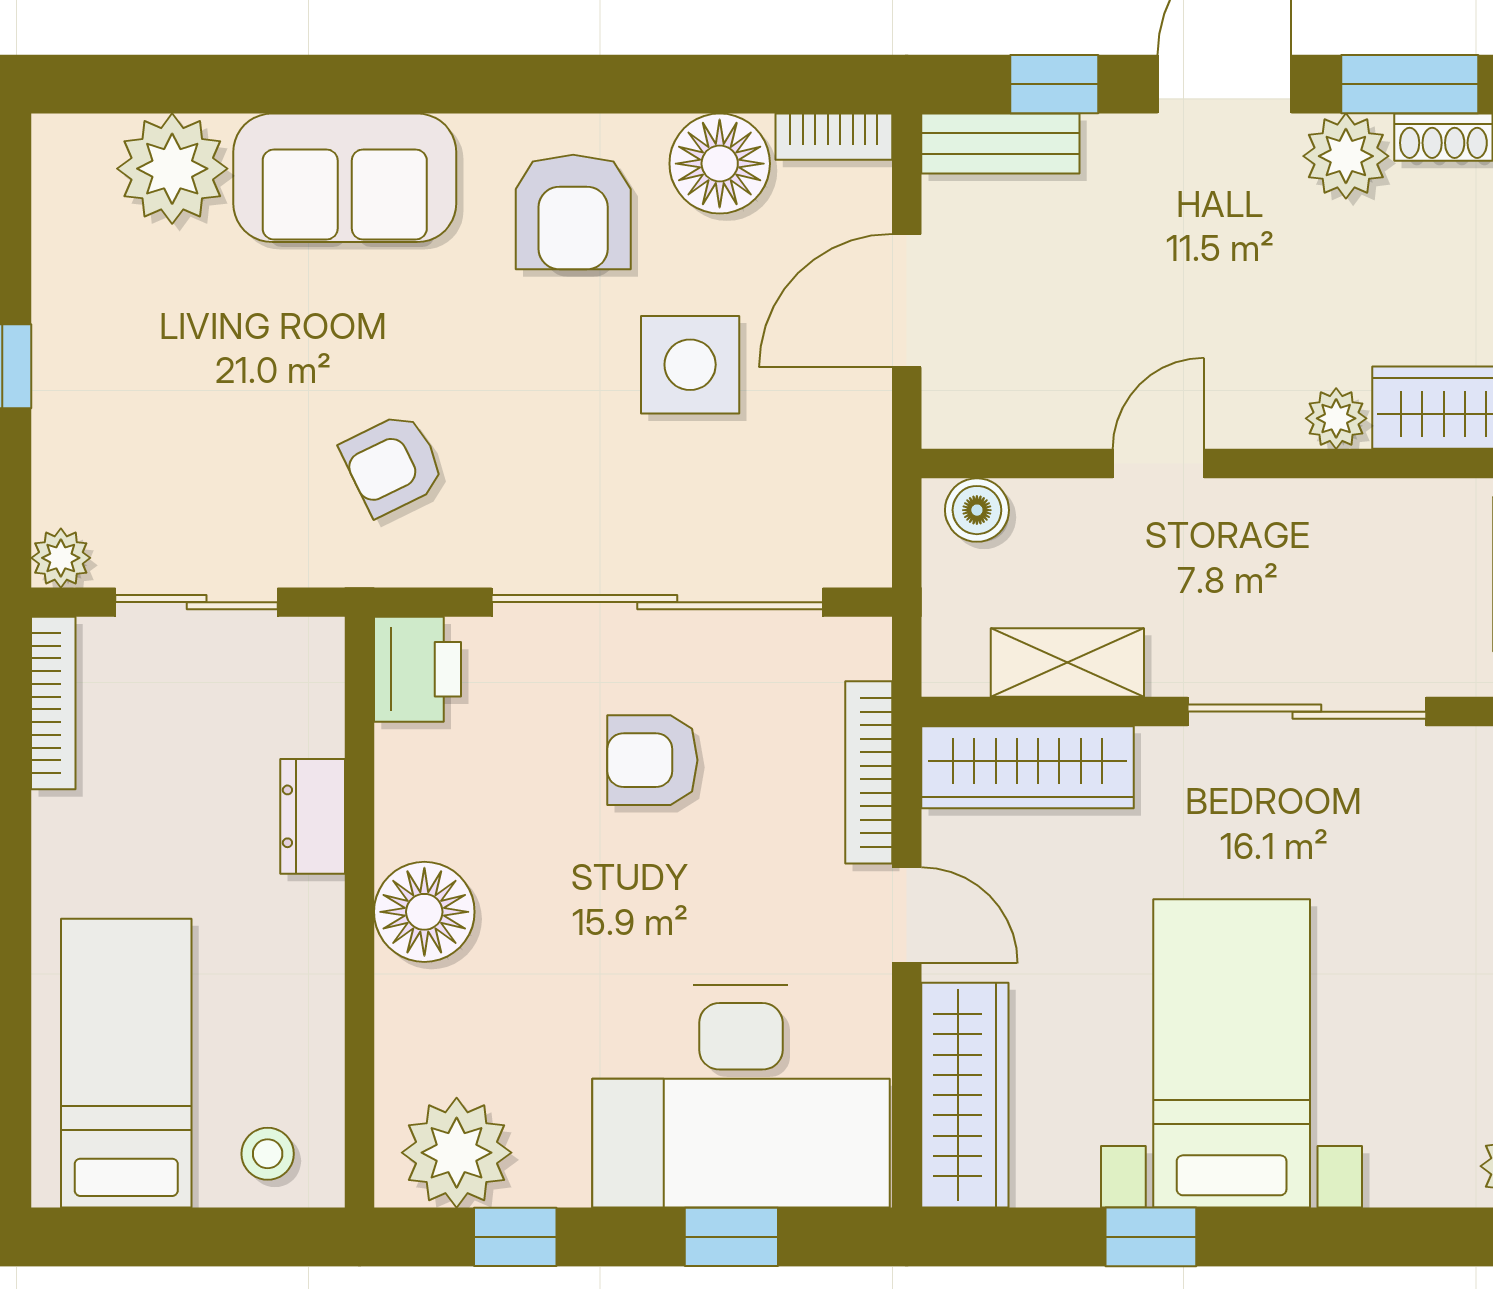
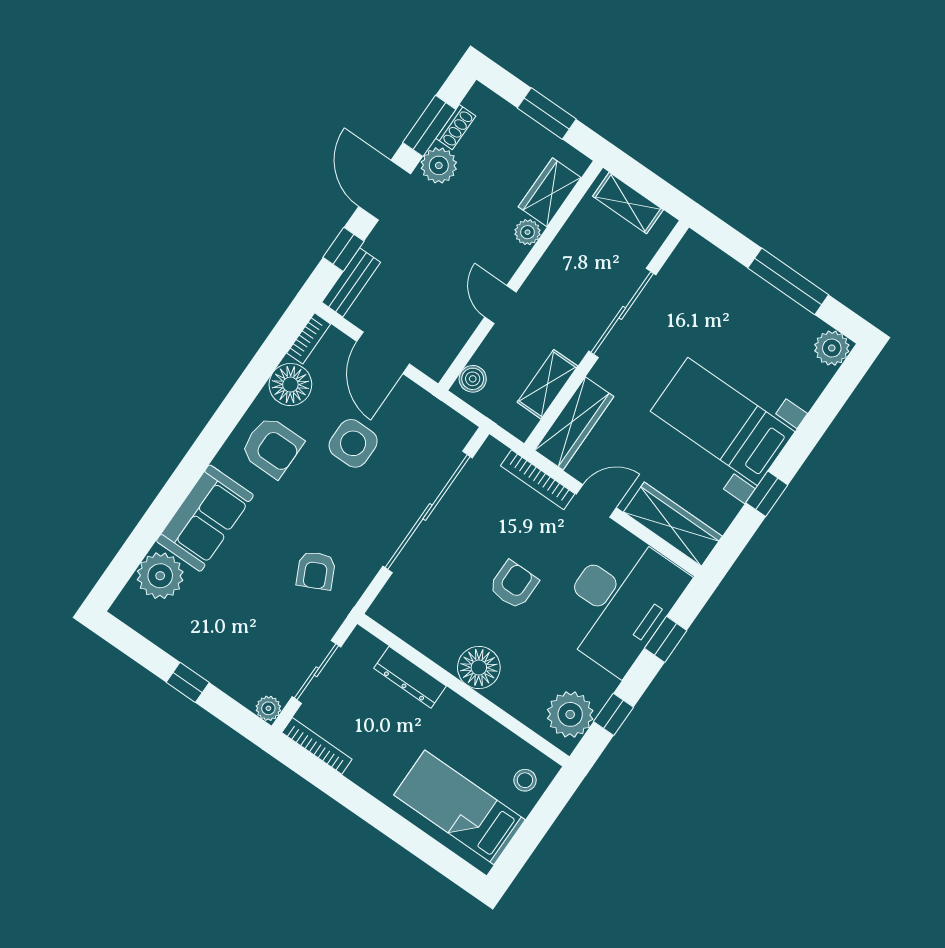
printer: (418, 669) -> (393, 611), removed
armchair: (652, 760) -> (514, 585), moved, turned 180
dresser: (313, 816) -> (410, 677), width x1.44

